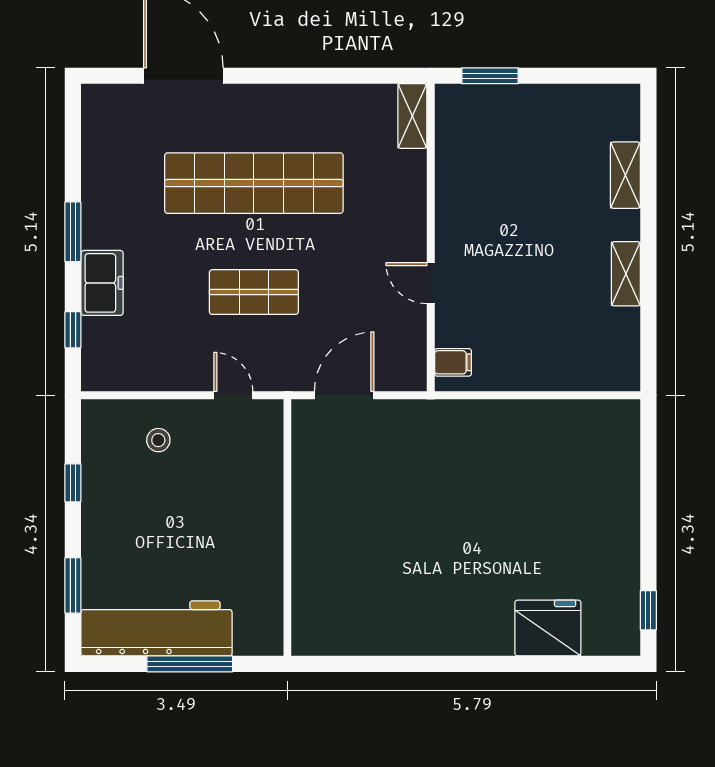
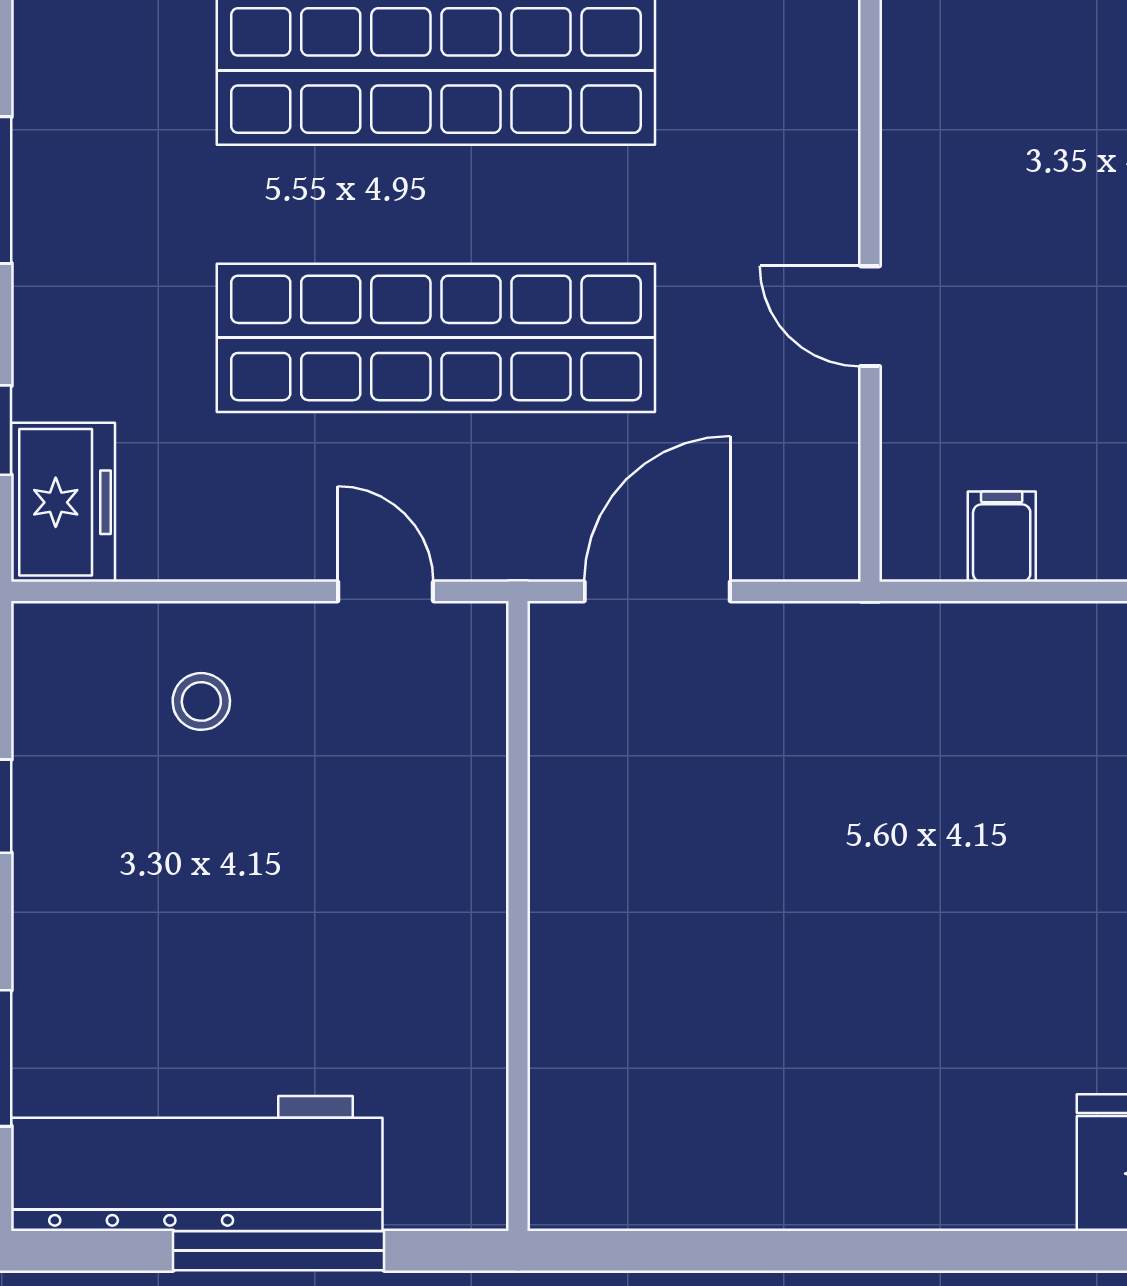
freezer: (102, 283) -> (63, 502), moved
shop shelf: (254, 292) -> (436, 338), width x2.00, depth x1.36
filing cabinet: (453, 362) -> (1002, 537), moved, turned -90

